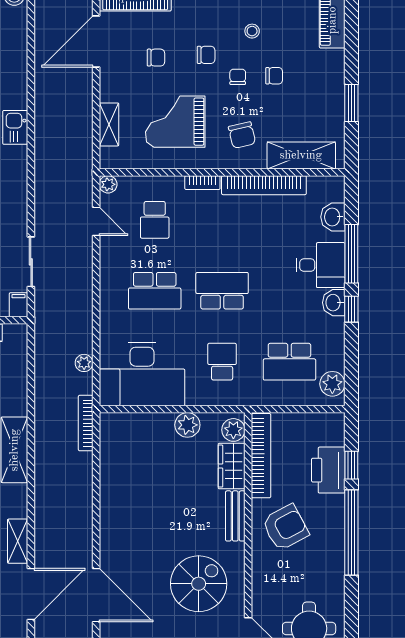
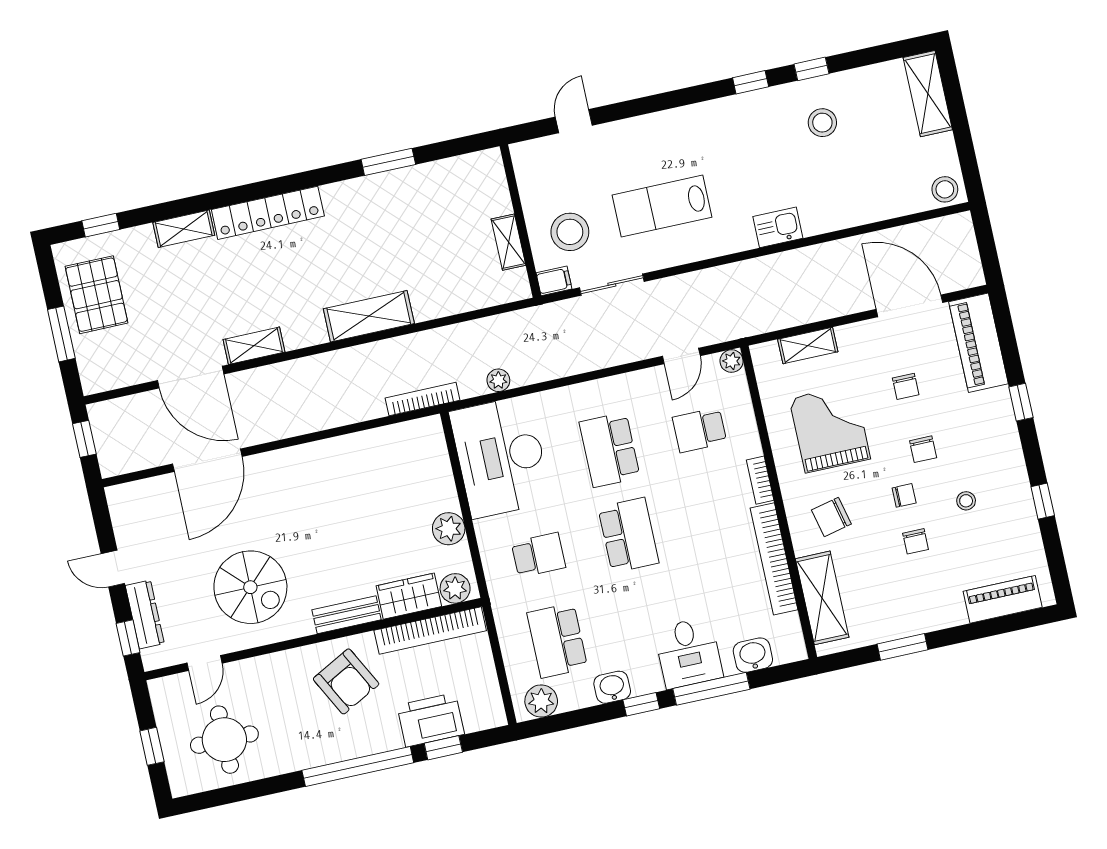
washbasin: (334, 303) -> (612, 687), moved

